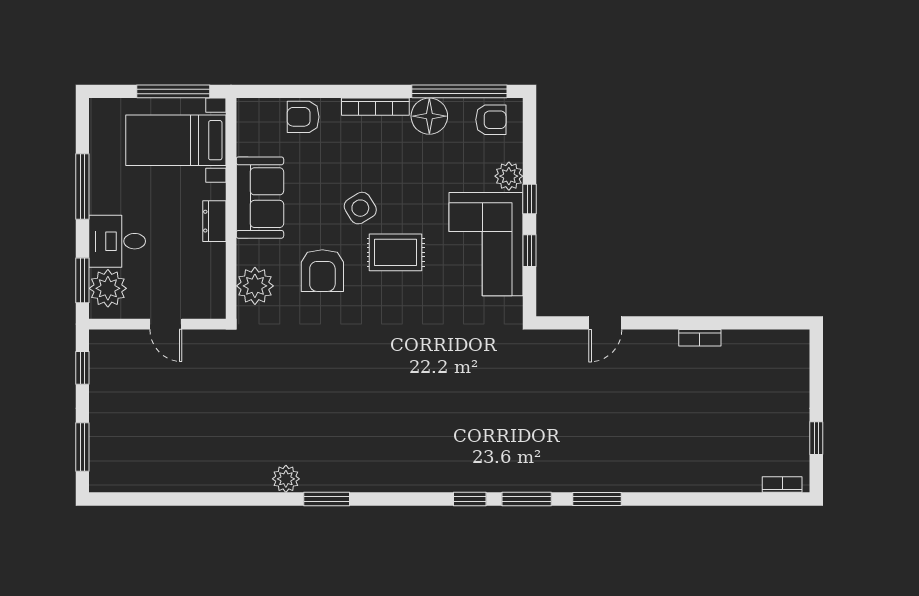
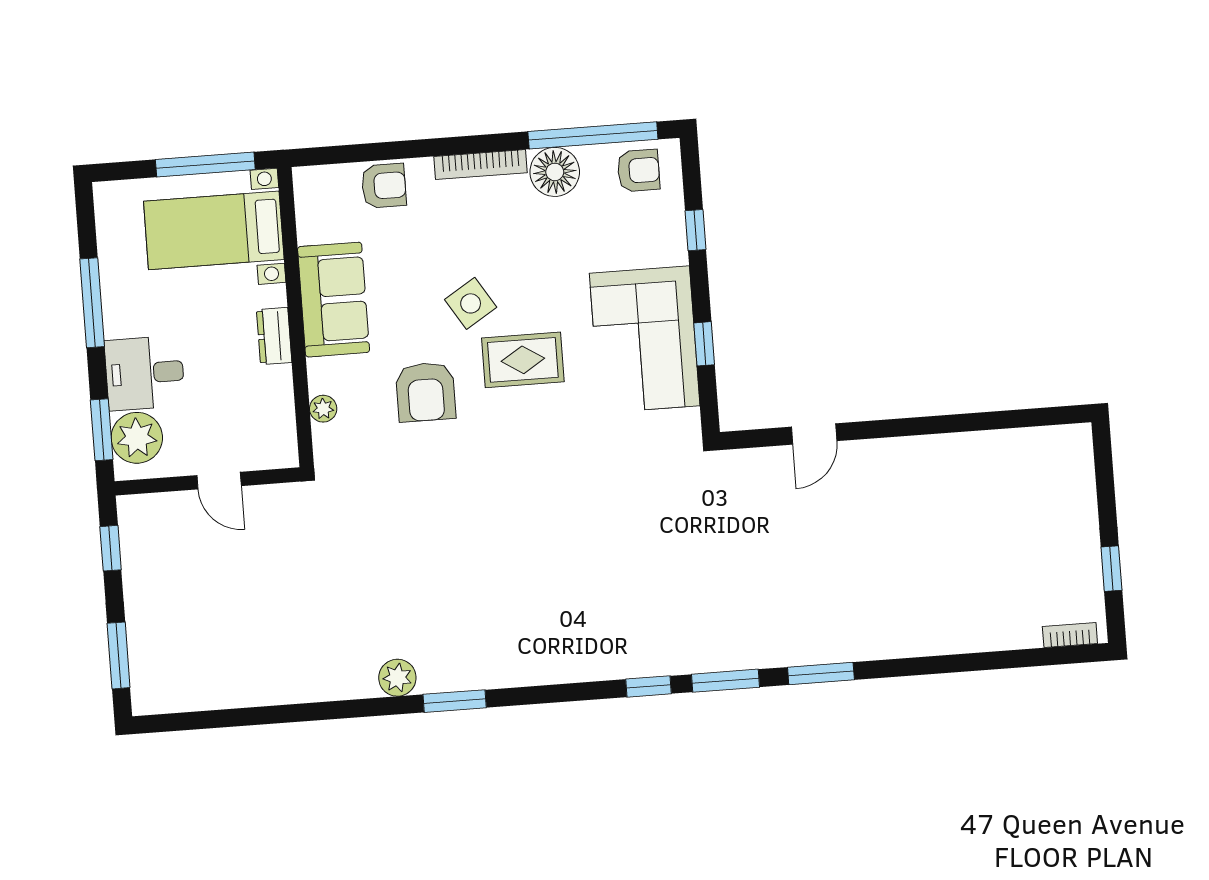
armchair: (303, 117) -> (384, 186), turned 180
plant: (509, 176) -> (668, 245), removed
window: (530, 199) -> (696, 230), moved
plant: (255, 286) -> (323, 409), width x0.53, depth x0.53
bookcase: (700, 338) -> (944, 445), removed

